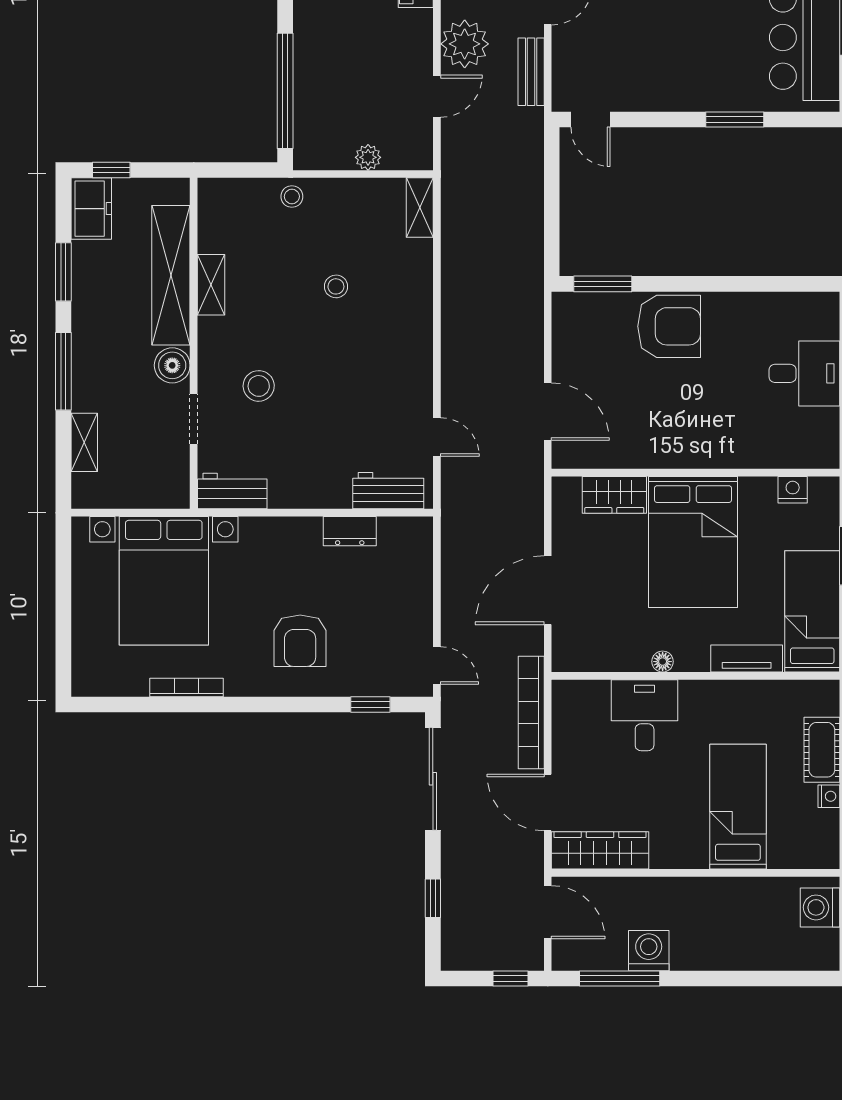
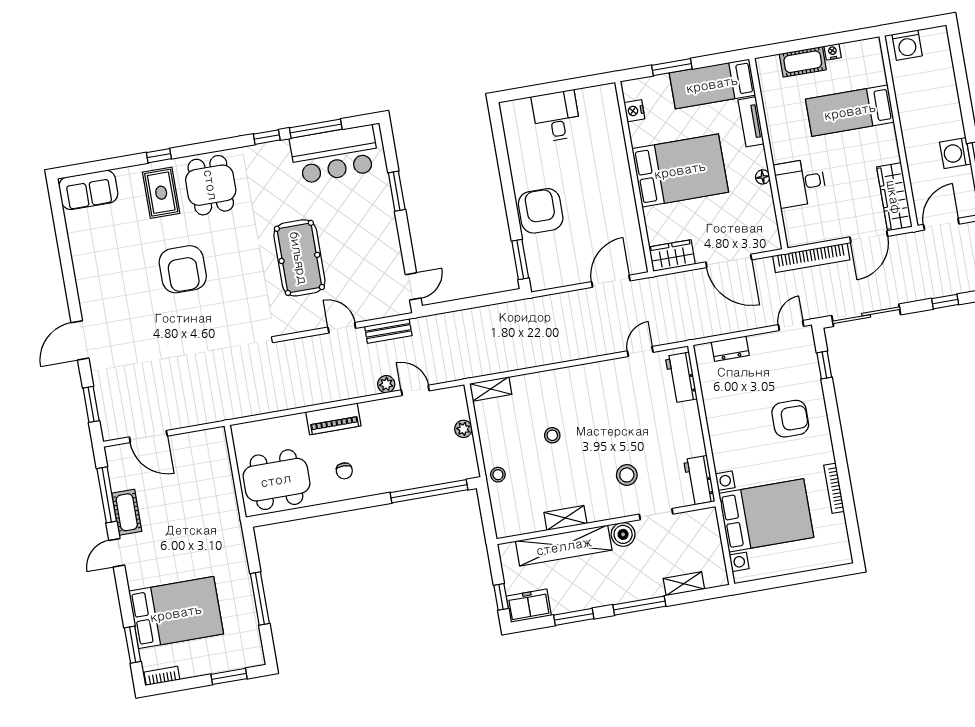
plant: (465, 44) -> (386, 384), width x0.53, depth x0.53
wardrobe: (614, 495) -> (672, 256), moved, turned -90
dresser: (350, 531) -> (730, 349), moved, turned 90

